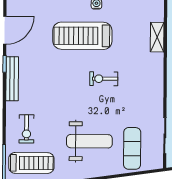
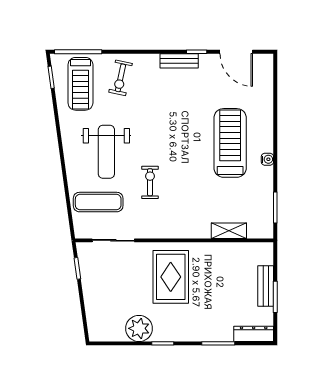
bench: (12, 79) -> (179, 61), width x0.73
exercise bike: (104, 79) -> (150, 182), moved
exercise bike: (26, 129) -> (121, 78), turned -78

